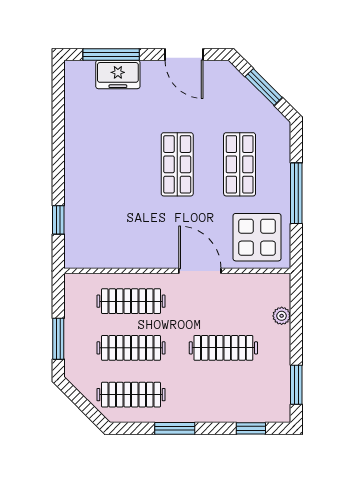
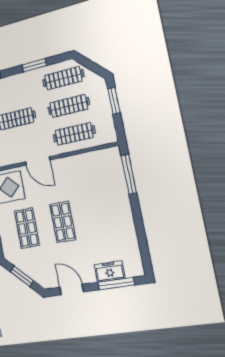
window: (58, 220) -> (129, 174), width x2.17

